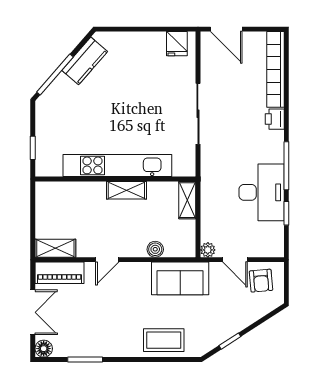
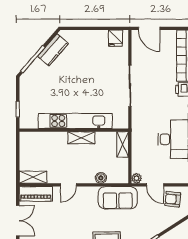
armchair: (261, 281) -> (173, 199), turned 101

